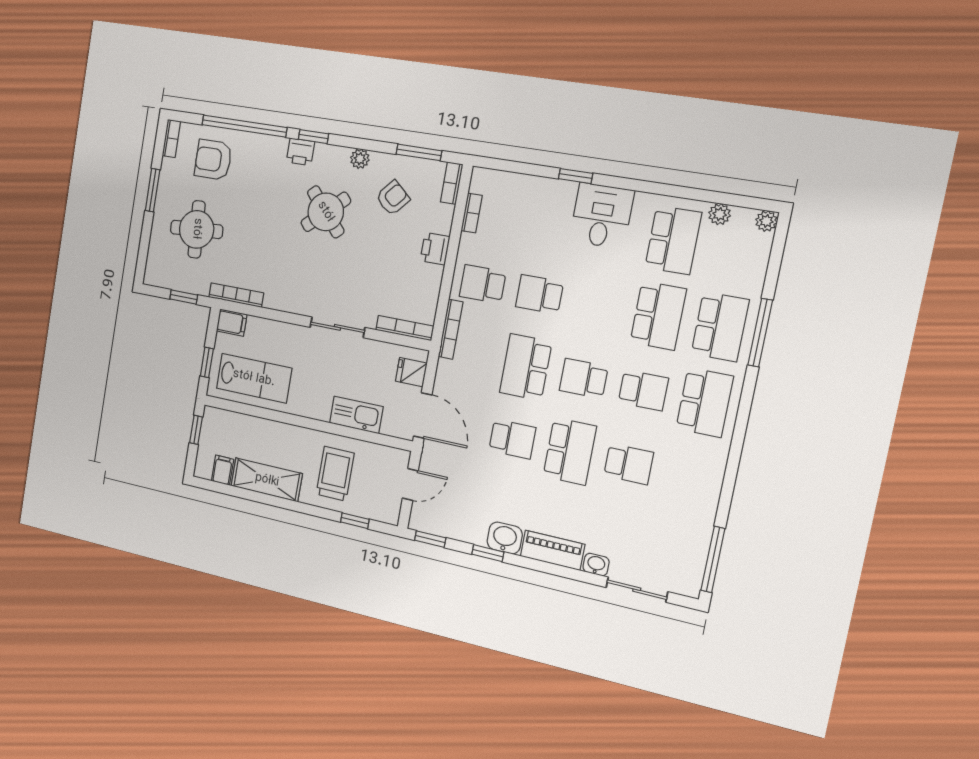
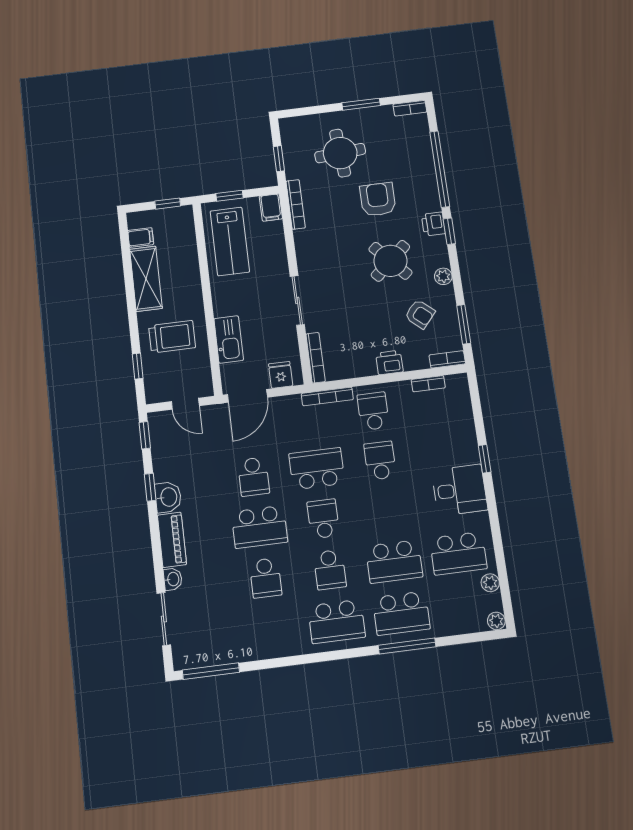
armchair: (213, 160) -> (378, 199), moved

